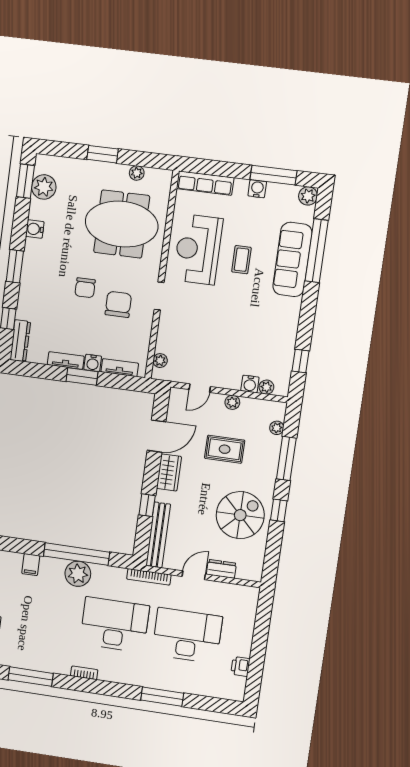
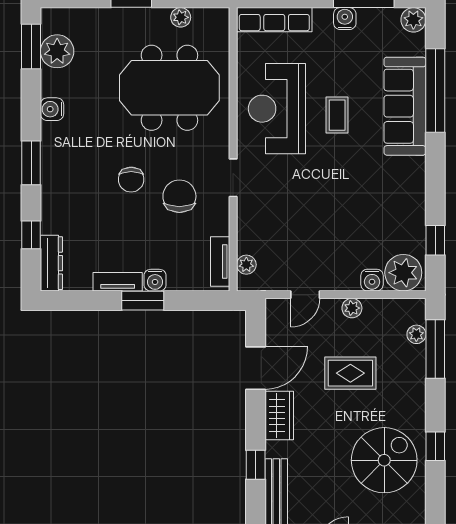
tv unit: (120, 368) -> (220, 262), moved, turned -90
plant: (266, 387) -> (403, 273), width x1.88, depth x1.88
window: (286, 458) -> (435, 349), moved

